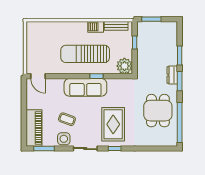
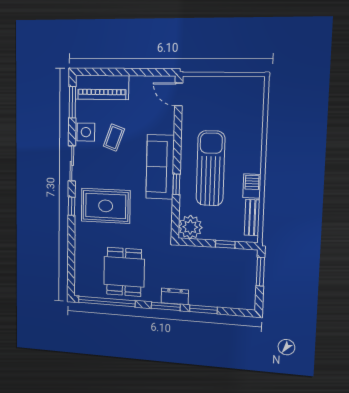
door: (38, 76) -> (179, 94), hinge flipped
dining table: (158, 111) -> (124, 272), turned 90

